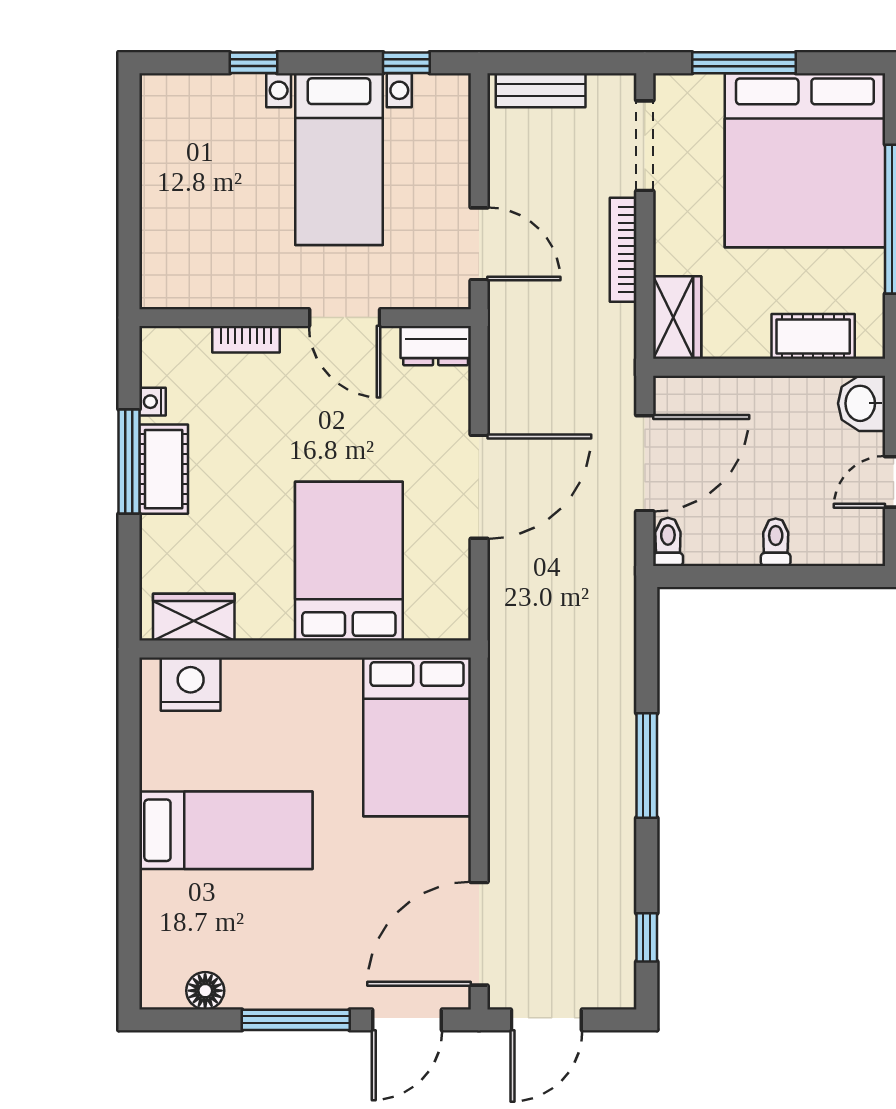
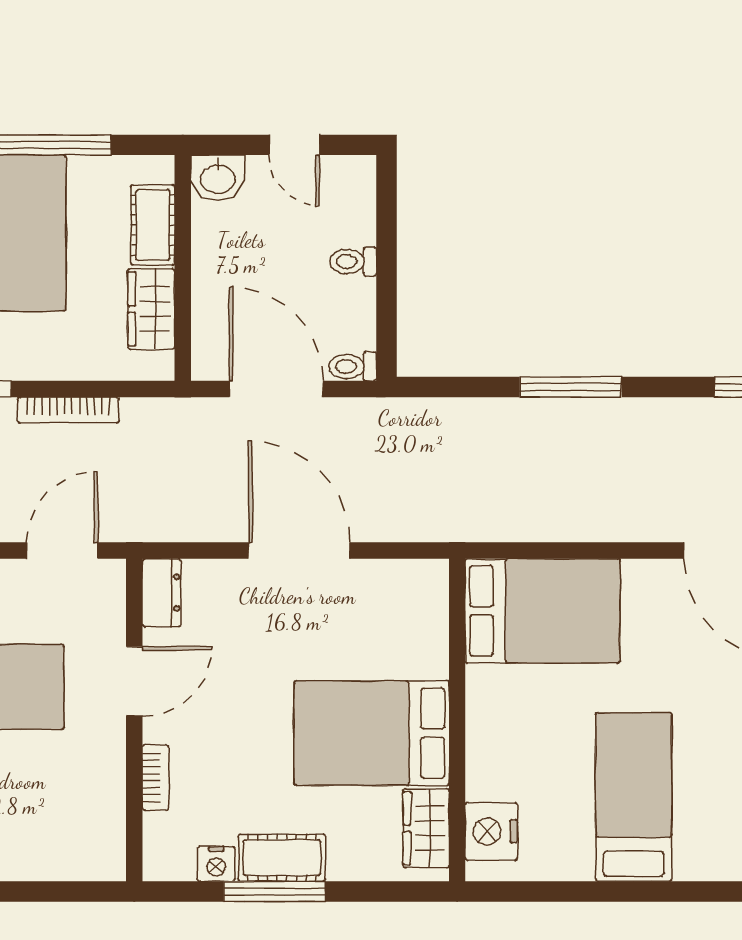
wardrobe: (677, 318) -> (151, 309), moved, turned -90
nightstand: (152, 402) -> (216, 864), width x1.39, depth x1.35
bed: (349, 561) -> (372, 733), moved

